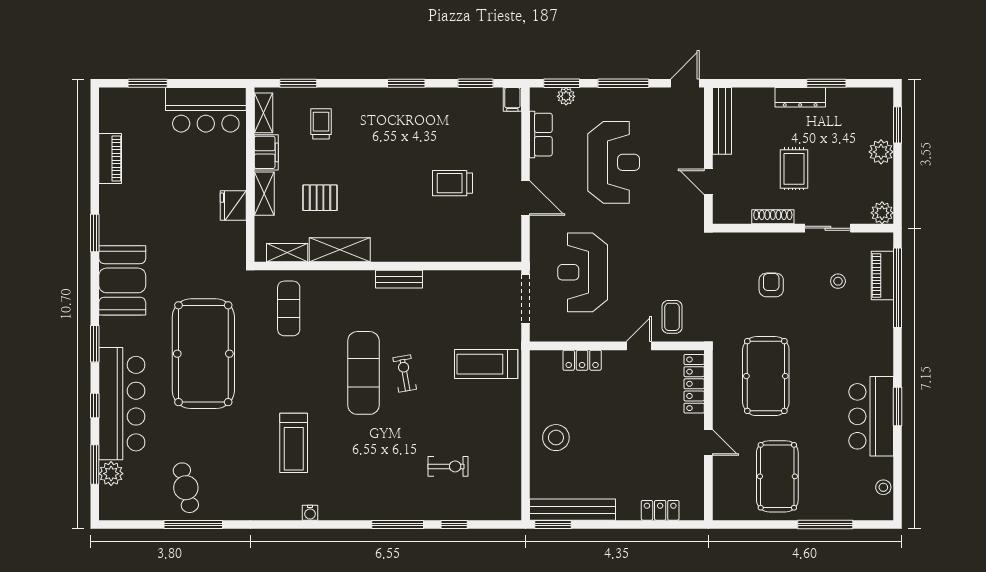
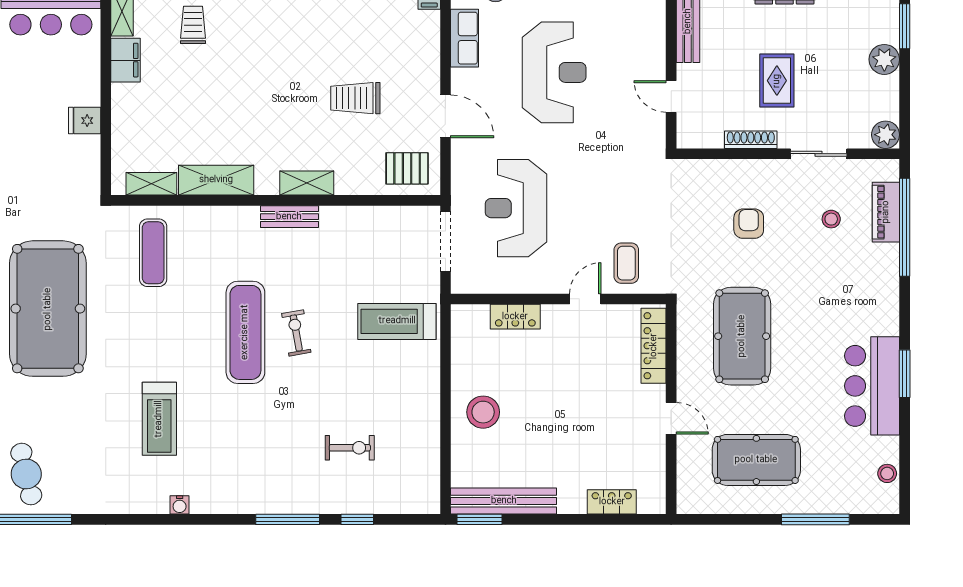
shelving: (264, 194) -> (307, 183), moved, turned 90
pallet: (320, 198) -> (407, 168), moved
fridge: (233, 205) -> (85, 121), width x0.72
pool table: (777, 476) -> (756, 460), turned 90

